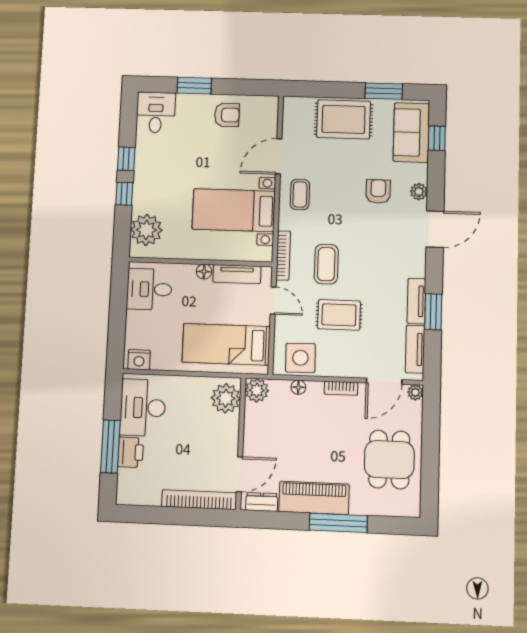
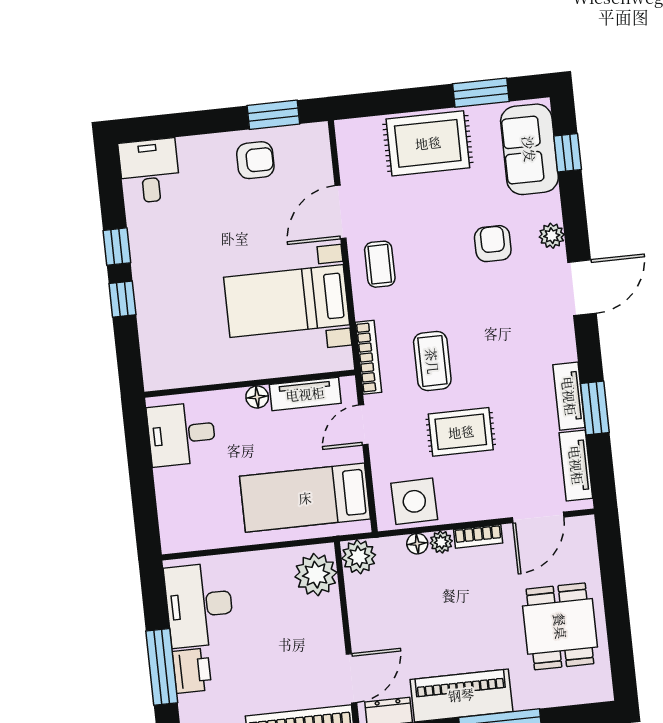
window: (194, 86) -> (273, 115), moved
plant: (146, 230) -> (163, 348), removed
door: (273, 301) -> (363, 425), swing flipped
nightstand: (139, 360) -> (183, 538), removed
plant: (415, 392) -> (441, 542), moved

